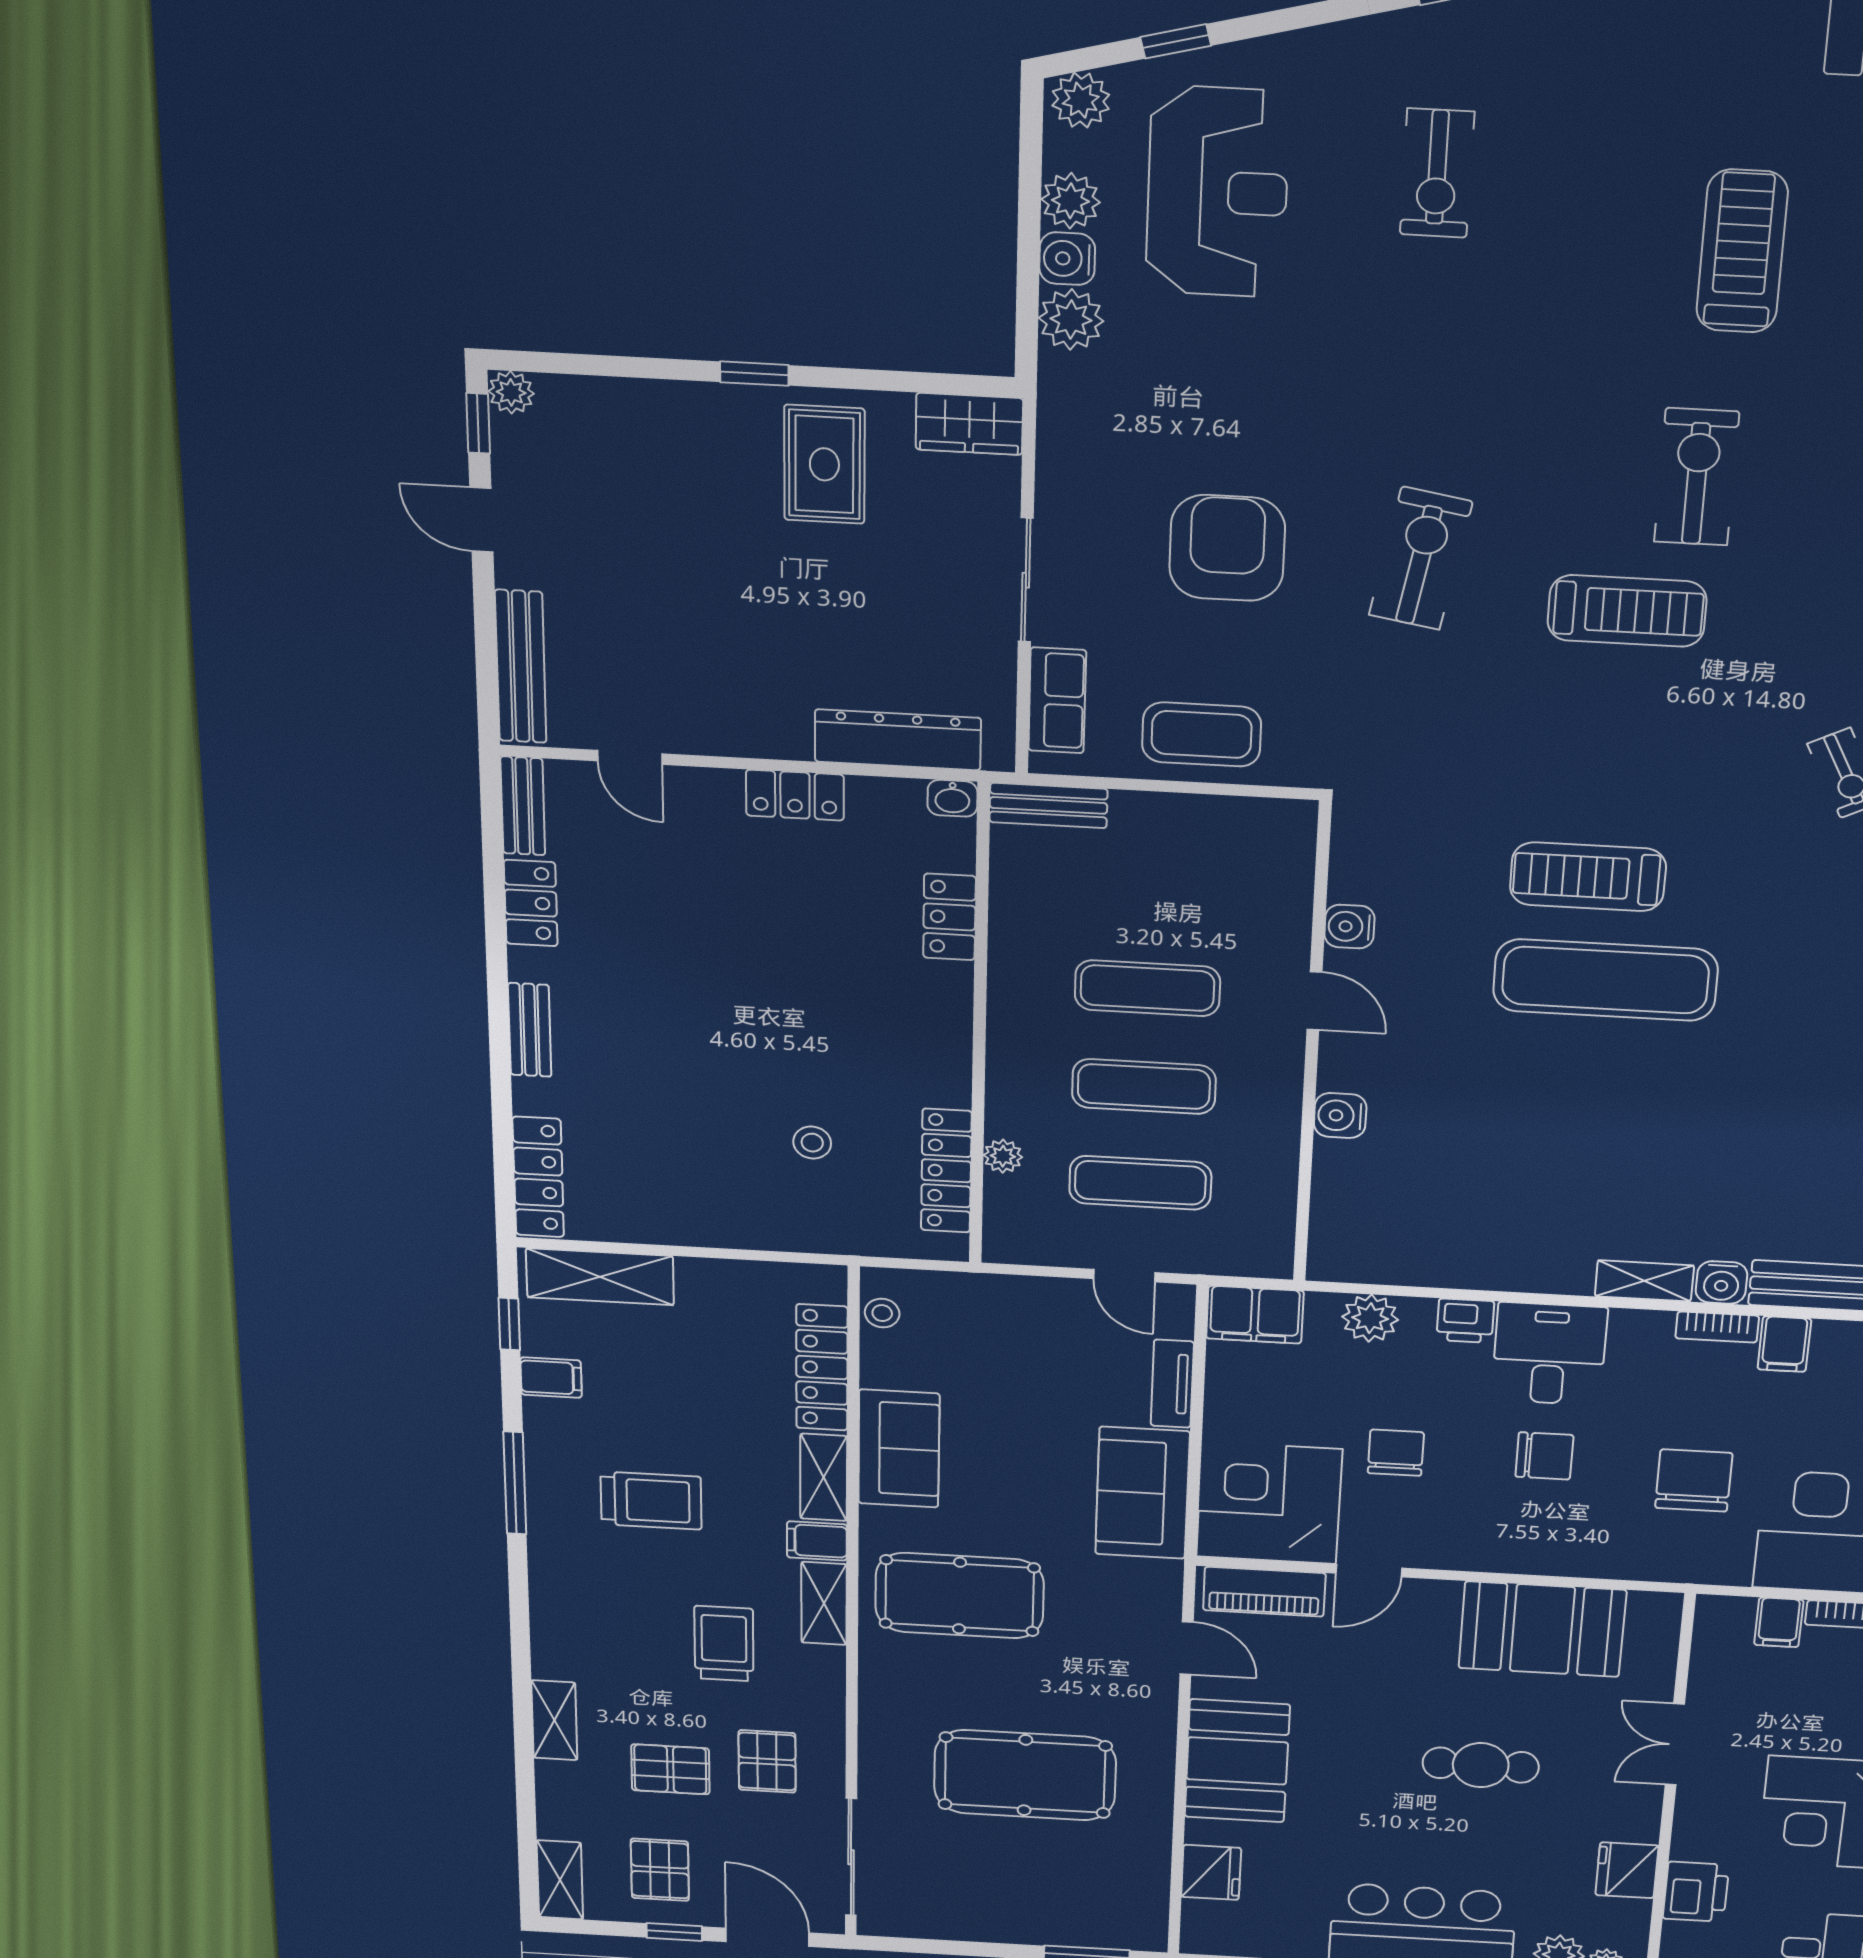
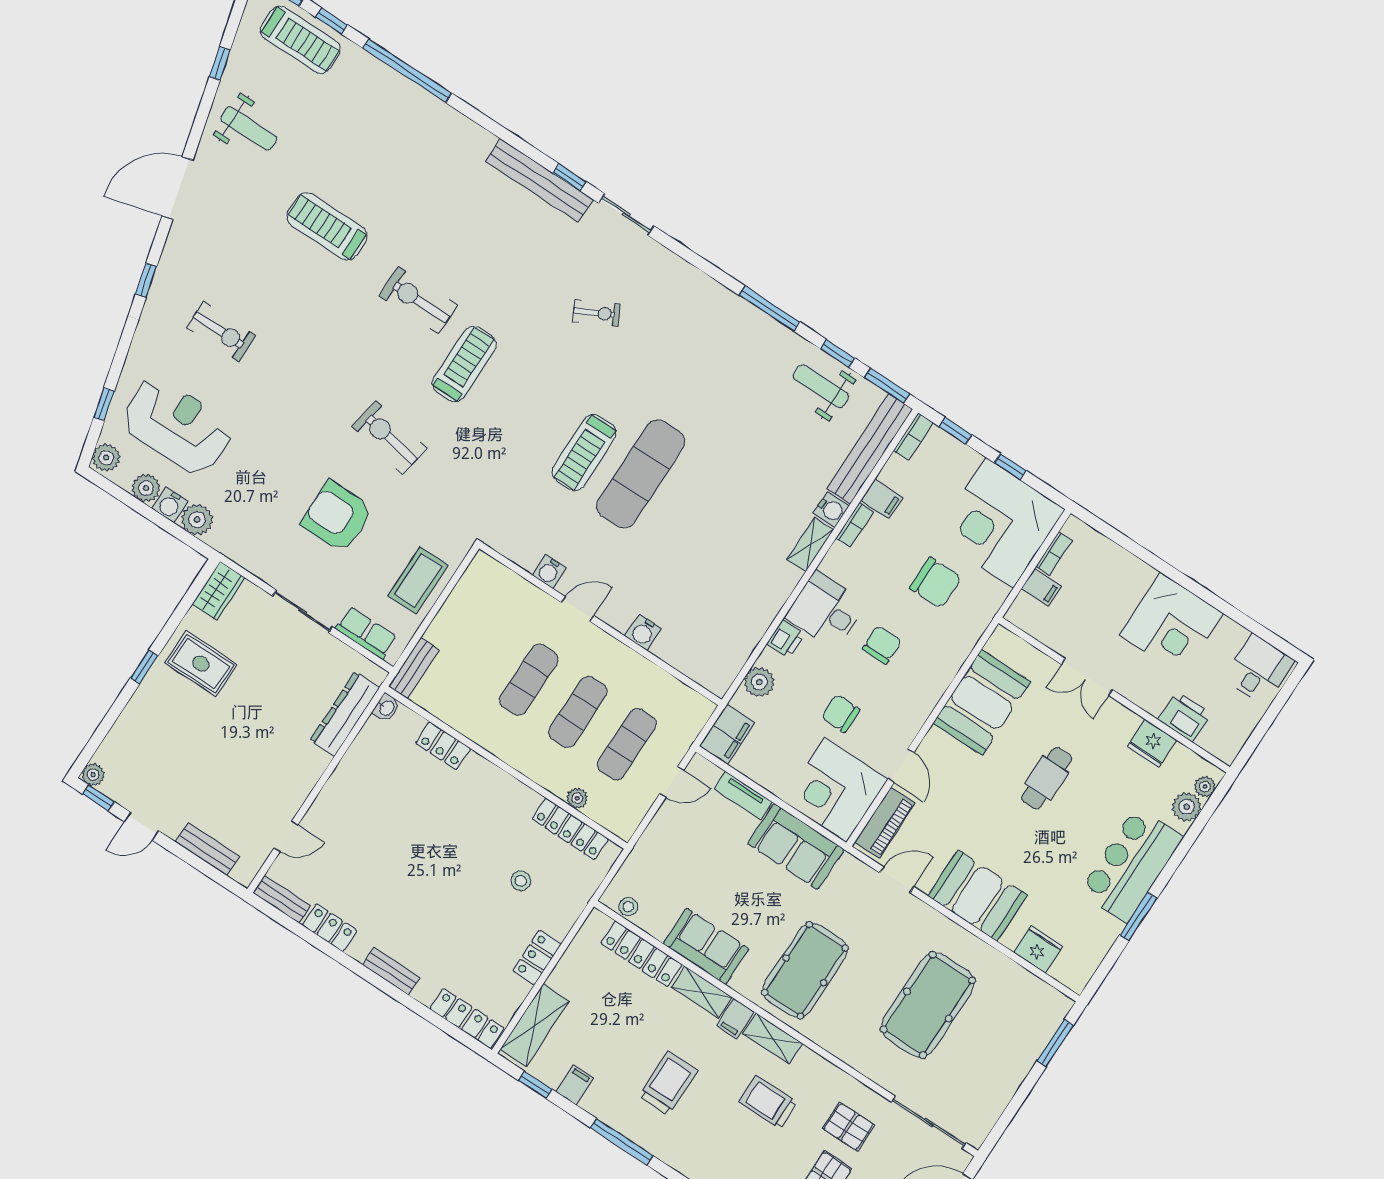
bench: (521, 667) -> (207, 849), width x0.73
locker: (795, 795) -> (537, 958), moved, turned 180
chair: (1694, 1481) -> (935, 583), turned 180

